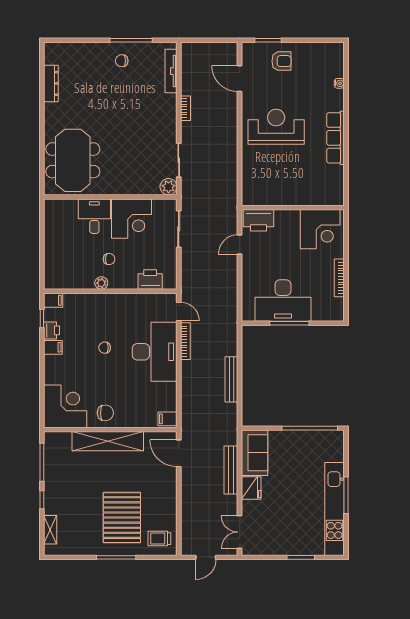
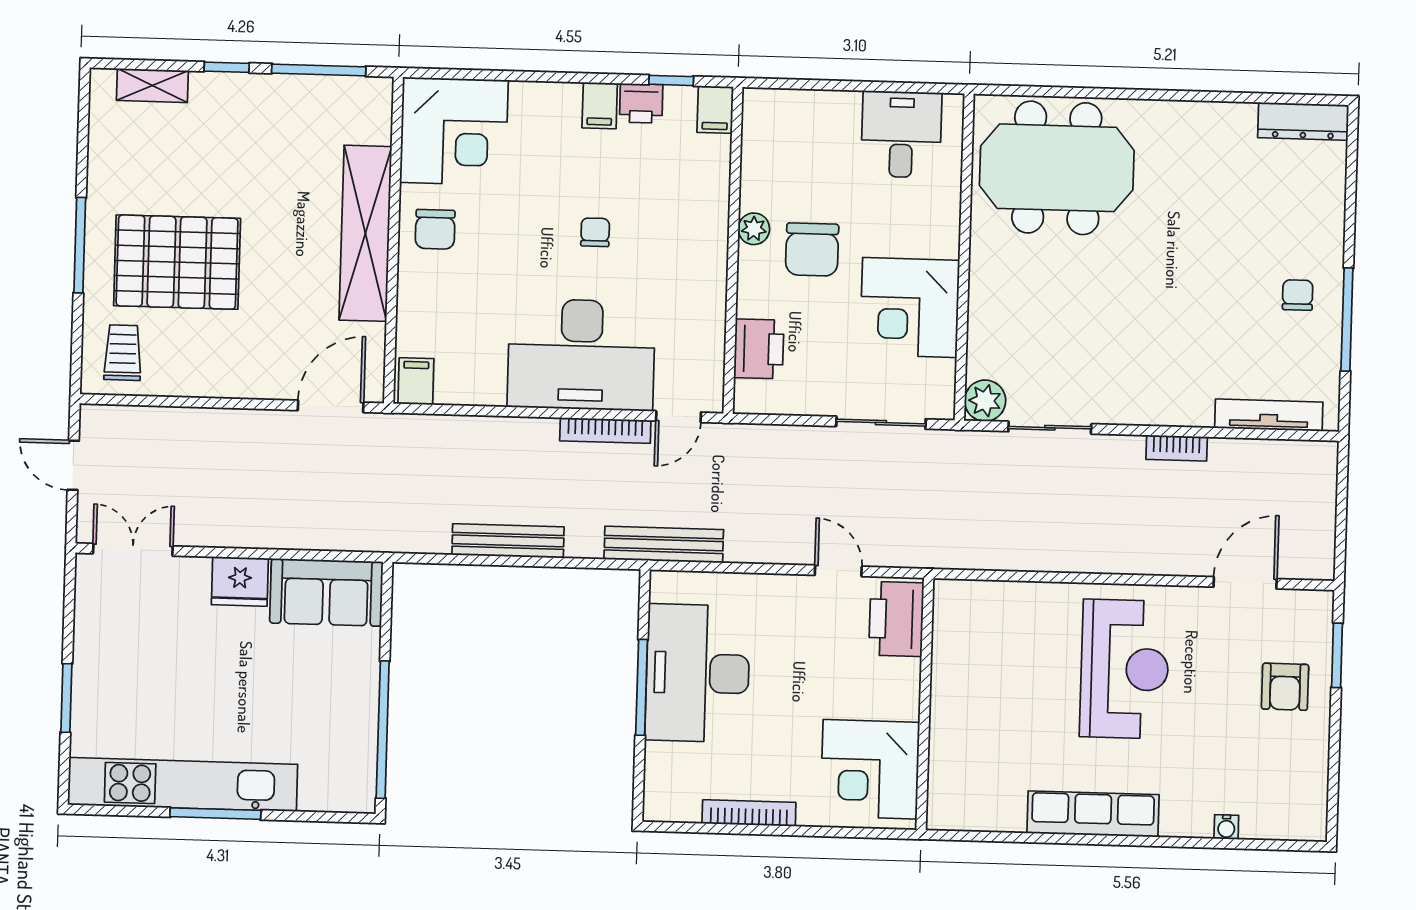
dresser: (51, 83) -> (1303, 121), moved
desk: (94, 216) -> (901, 134), moved, turned -90
chair: (109, 259) -> (812, 249), width x1.87, depth x1.87
bench: (231, 470) -> (664, 544), moved

